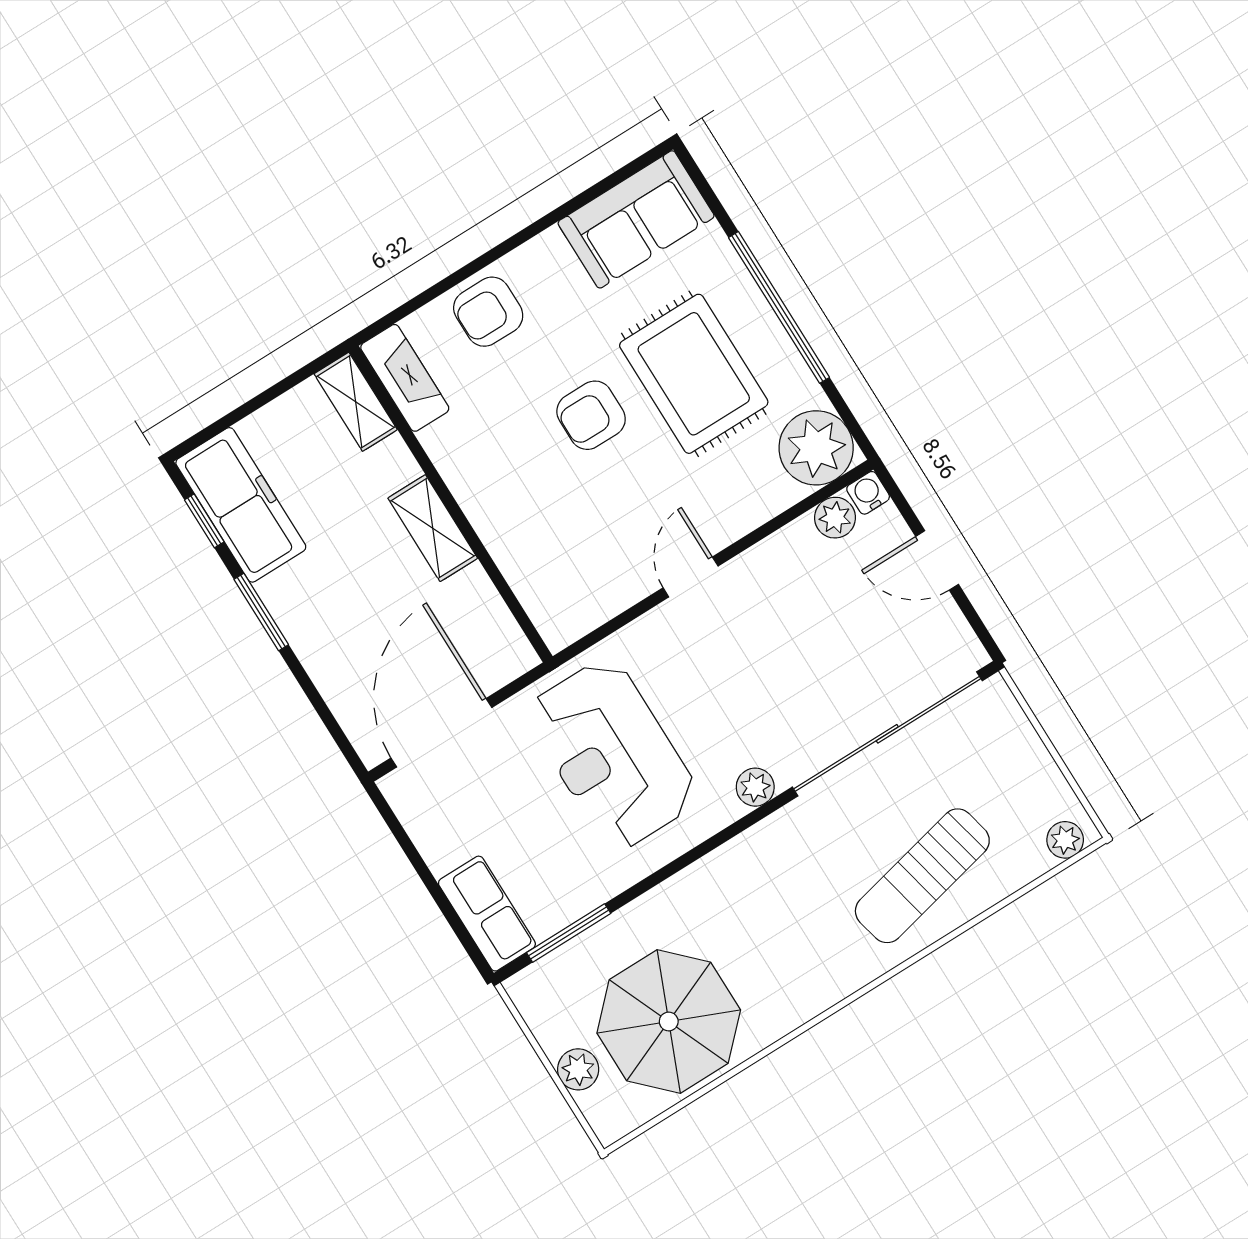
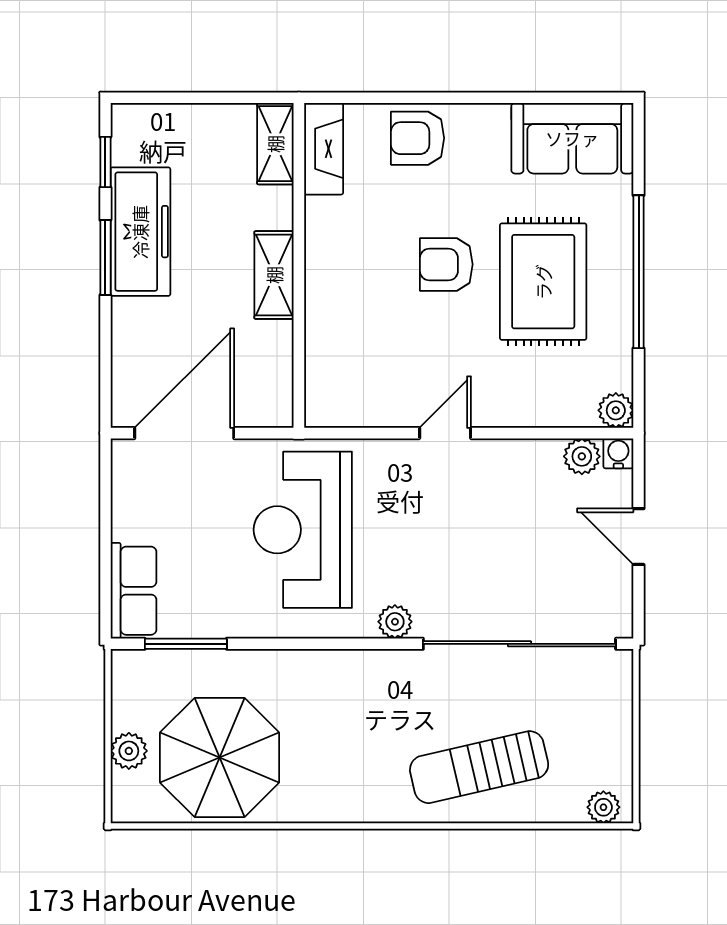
plant: (816, 448) -> (616, 410), width x0.53, depth x0.53
freezer: (241, 505) -> (140, 232), moved

